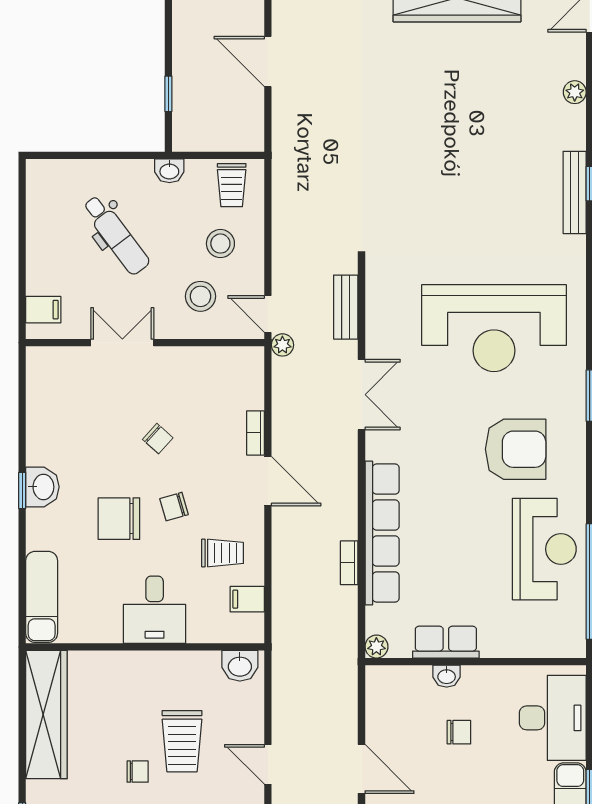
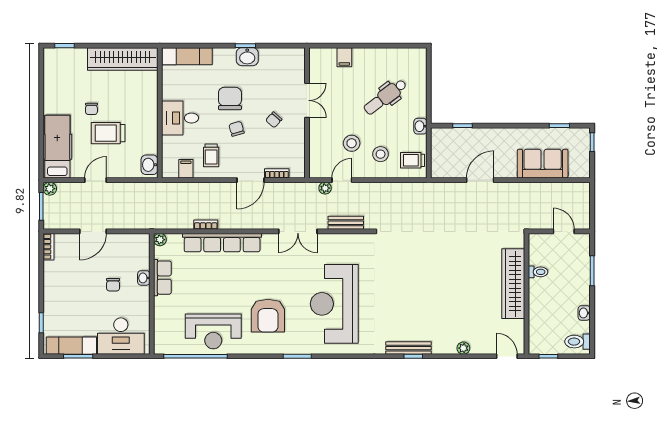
double door: (122, 343) -> (307, 100), moved
wall: (145, 343) -> (307, 113), moved

